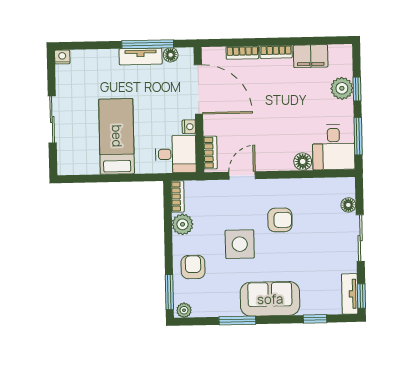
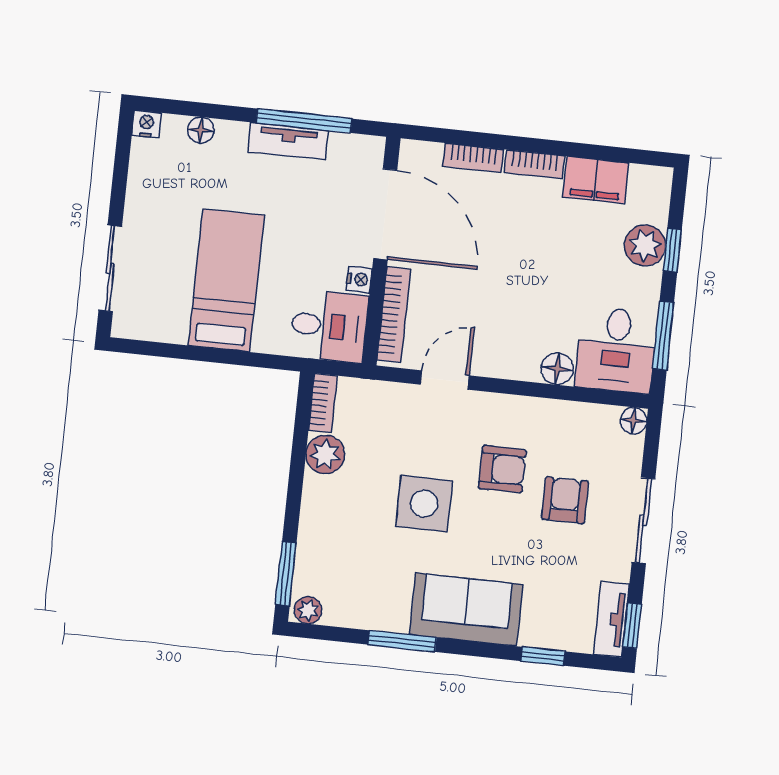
floor lamp: (171, 55) -> (201, 130), moved
sliding door: (52, 119) -> (110, 268), moved
bookcase: (210, 153) -> (394, 314), width x1.56
floor lamp: (348, 205) -> (634, 421), moved
armchair: (193, 267) -> (565, 500), moved

